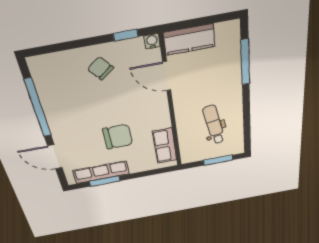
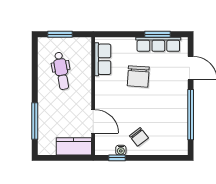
water cooler: (152, 41) -> (121, 150), moved
chair: (118, 137) -> (138, 76), turned -86

